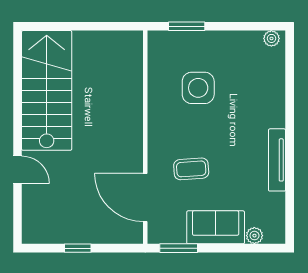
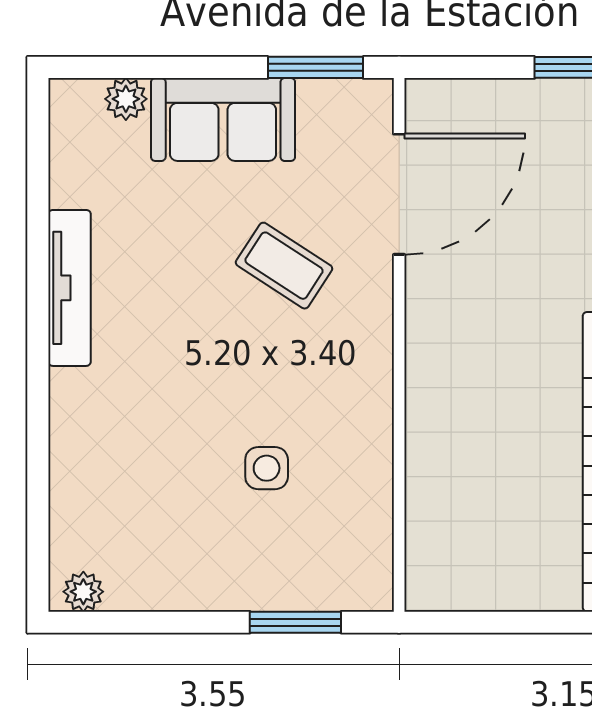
side table: (198, 88) -> (267, 468), width x0.54, depth x0.54
coffee table: (191, 169) -> (284, 266), turned 37
door: (145, 197) -> (399, 194), hinge flipped

